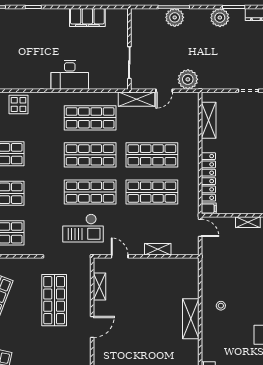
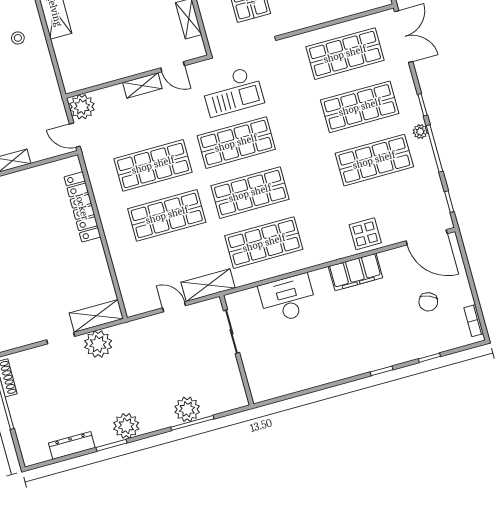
filing cabinet: (87, 17) -> (355, 272), moved, turned 180
desk: (70, 75) -> (288, 299), moved
plant: (188, 79) -> (98, 344), moved
door: (164, 91) -> (174, 307), hinge flipped
shelving: (209, 120) -> (96, 316), moved, turned 90
filing cabinet: (209, 208) -> (70, 164), removed
checkout: (83, 228) -> (232, 91), turned 180
plant: (190, 246) -> (82, 107), added
shelving: (158, 249) -> (142, 85), moved

